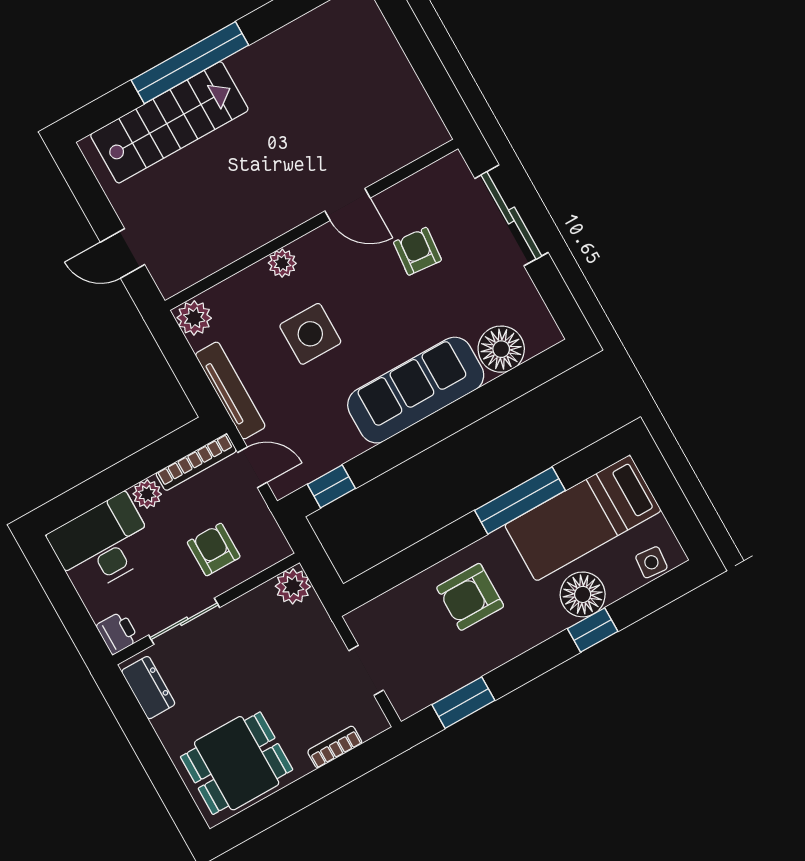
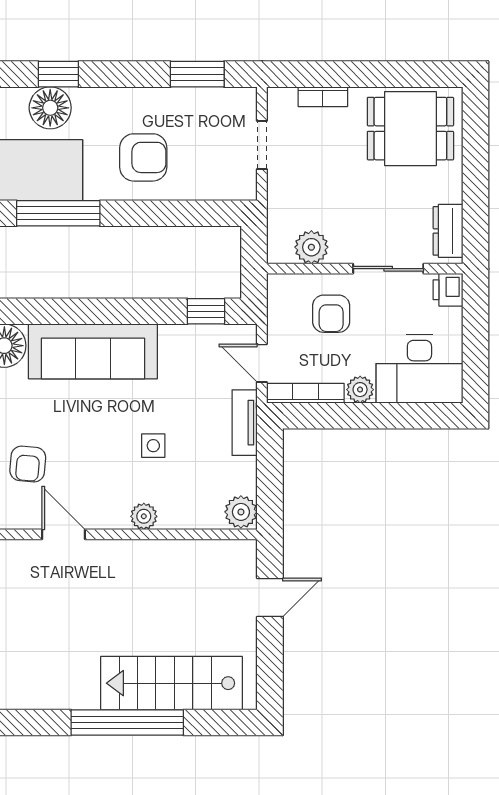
door: (123, 253) -> (270, 598), hinge flipped
side table: (310, 334) -> (153, 446), width x0.54, depth x0.54
tv unit: (230, 390) -> (245, 423), width x0.71
plant: (293, 586) -> (311, 247), moved

